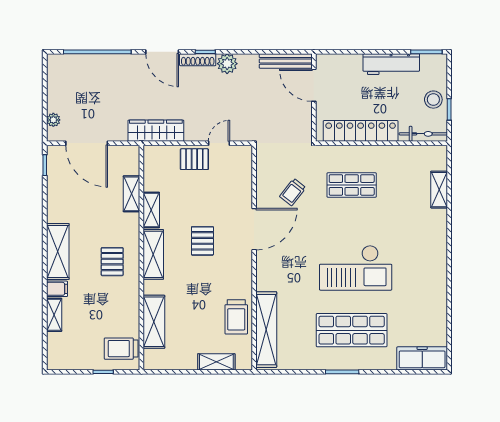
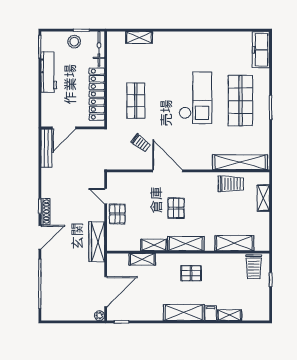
plant: (227, 64) -> (48, 190), removed
plant: (53, 120) -> (99, 316), moved
pallet: (202, 241) -> (176, 208), turned 90

